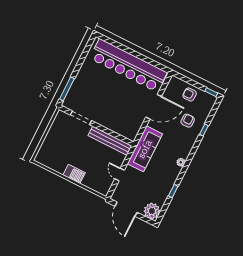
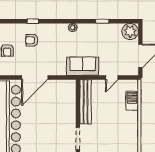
door: (154, 107) -> (35, 77), swing flipped
sofa: (145, 149) -> (83, 66), width x0.73
barbecue: (74, 174) -> (132, 101), moved

